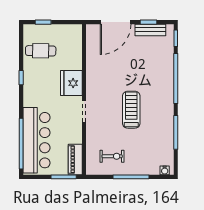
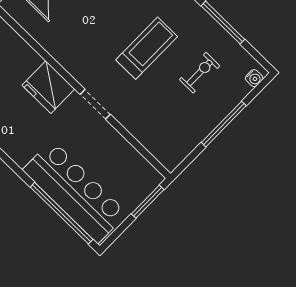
treadmill: (131, 110) -> (147, 48), turned 90
exercise bike: (112, 156) -> (200, 73), moved
piano: (75, 159) -> (141, 169), removed

